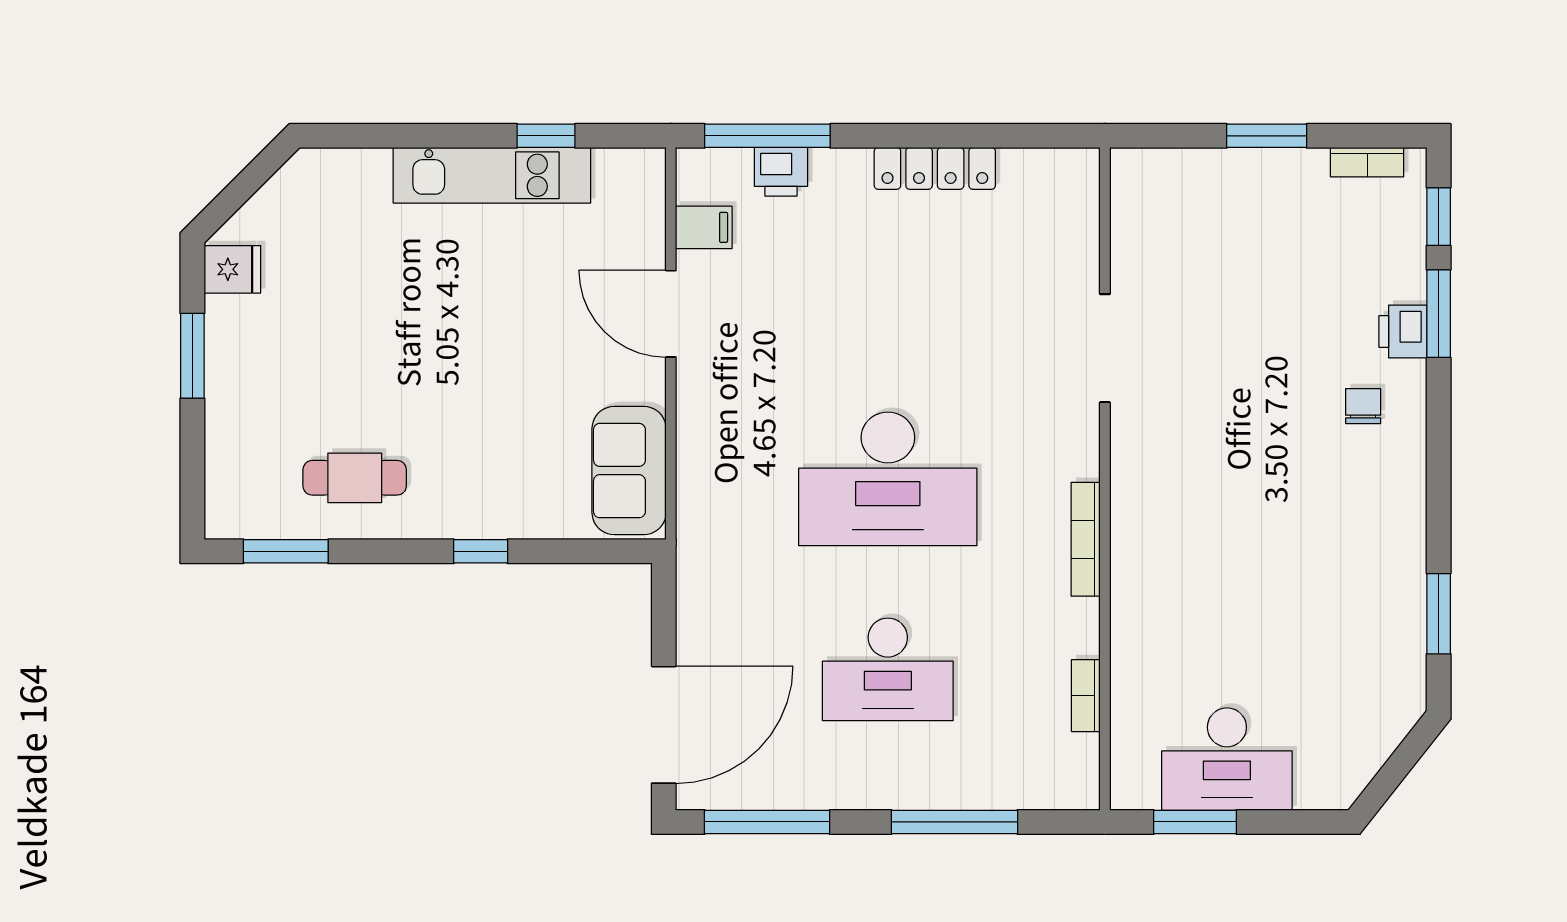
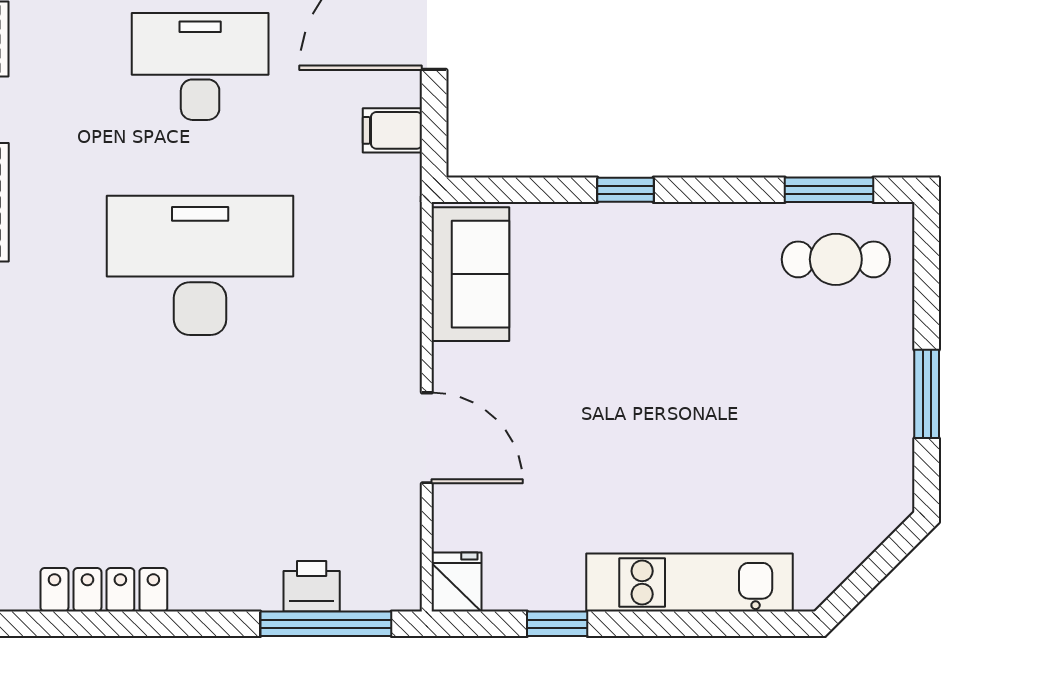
locker: (935, 168) -> (104, 590), moved
kitchen unit: (492, 175) -> (690, 583), moved
filing cabinet: (704, 227) -> (392, 130), moved
fridge: (232, 269) -> (456, 582), moved, turned 90
cafe table: (355, 478) -> (836, 259), moved

